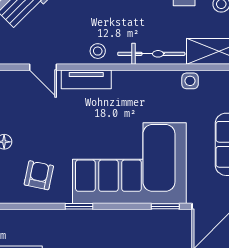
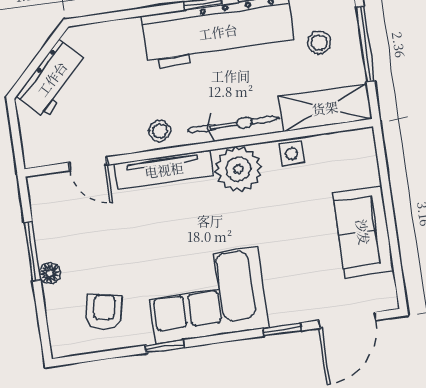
tv unit: (86, 79) -> (164, 170), width x1.41
plant: (150, 87) -> (238, 169), added
corner sofa: (129, 163) -> (207, 295), width x0.73, depth x0.74

